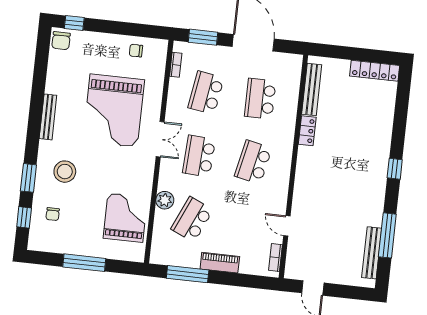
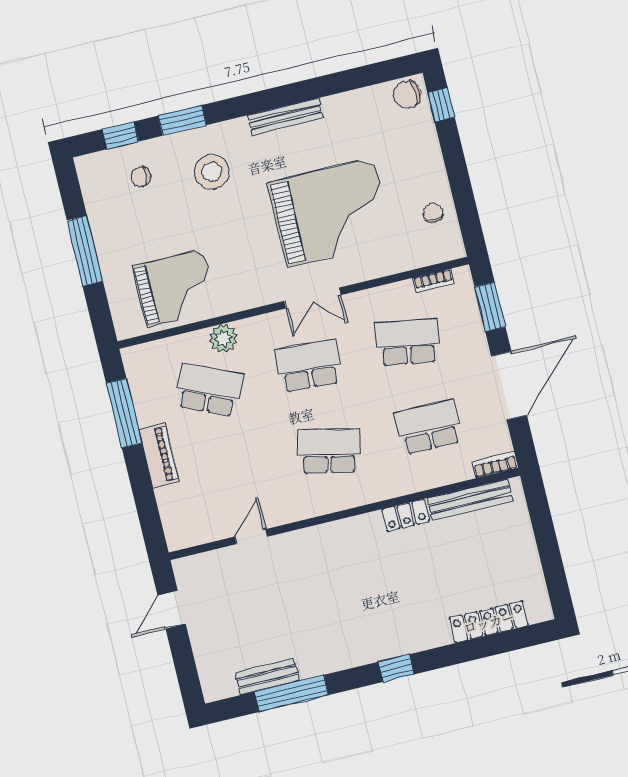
locker: (375, 71) -> (489, 622), moved, turned 90
grand piano: (114, 111) -> (330, 212), turned 180
bench: (372, 253) -> (267, 677), width x0.73
bookcase: (276, 257) -> (495, 465), moved

